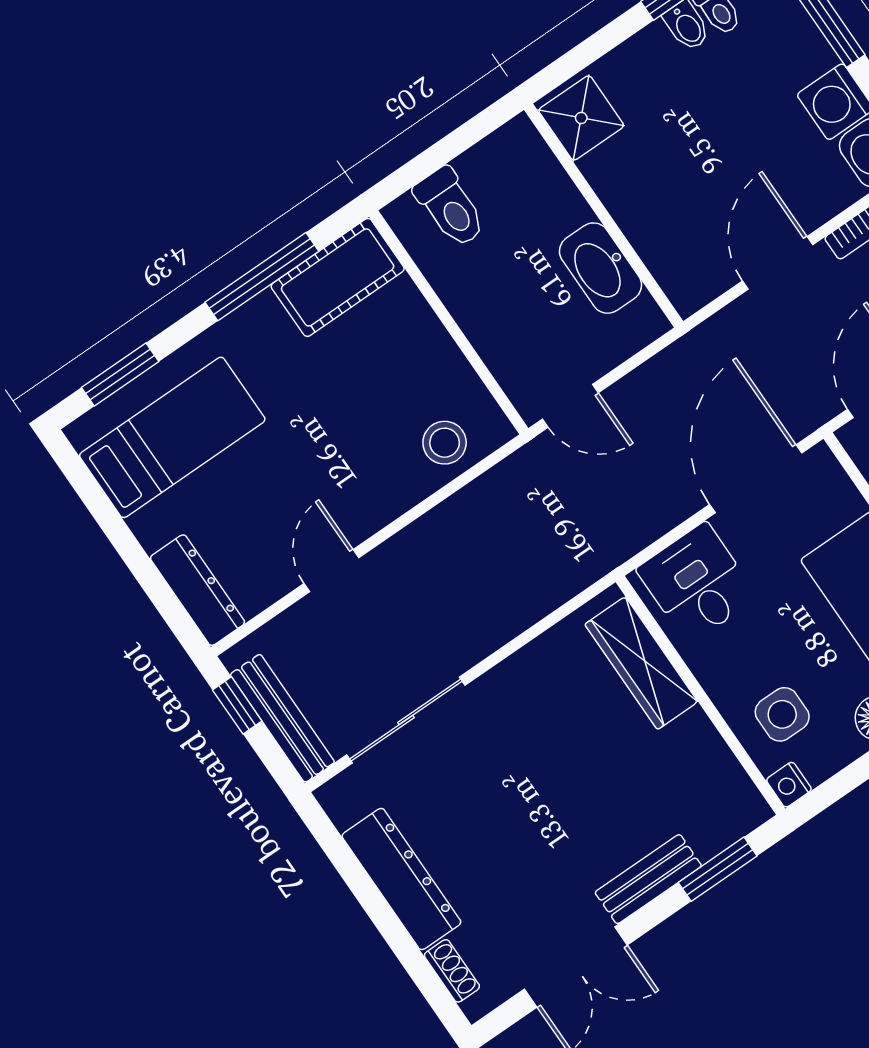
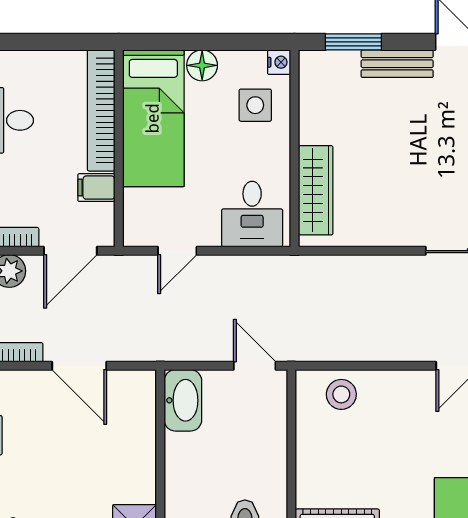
door: (778, 263) -> (79, 366), hinge flipped
washbasin: (601, 268) -> (183, 400), moved
door: (756, 479) -> (177, 251), width x0.53

